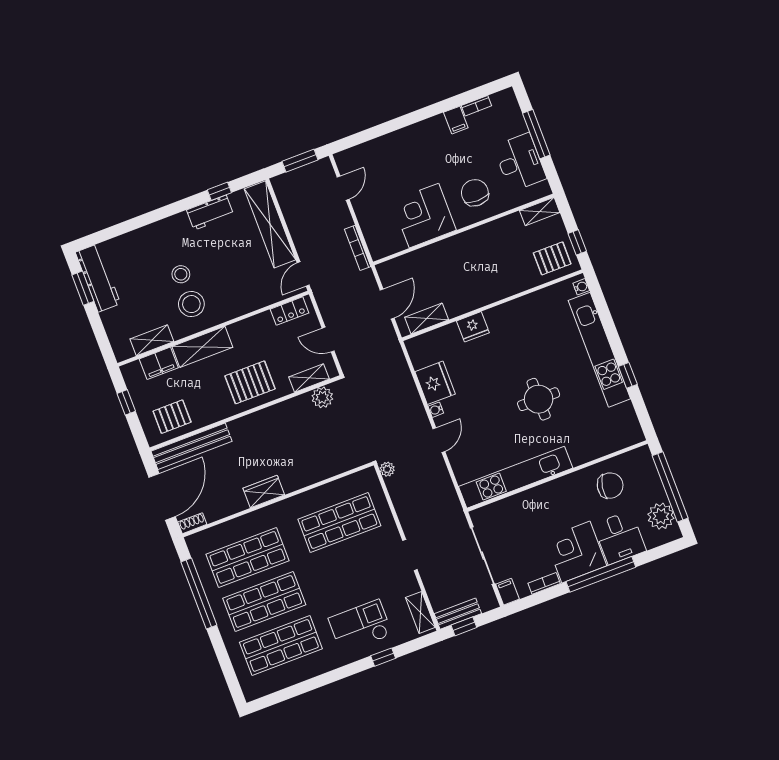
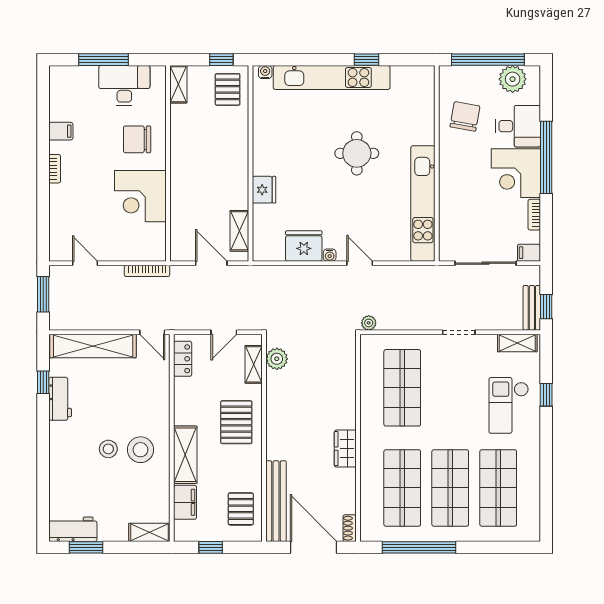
bookcase: (476, 106) -> (55, 169), moved
workbench: (98, 278) -> (73, 529), width x0.73
shelving: (152, 340) -> (149, 532), moved, turned 90

